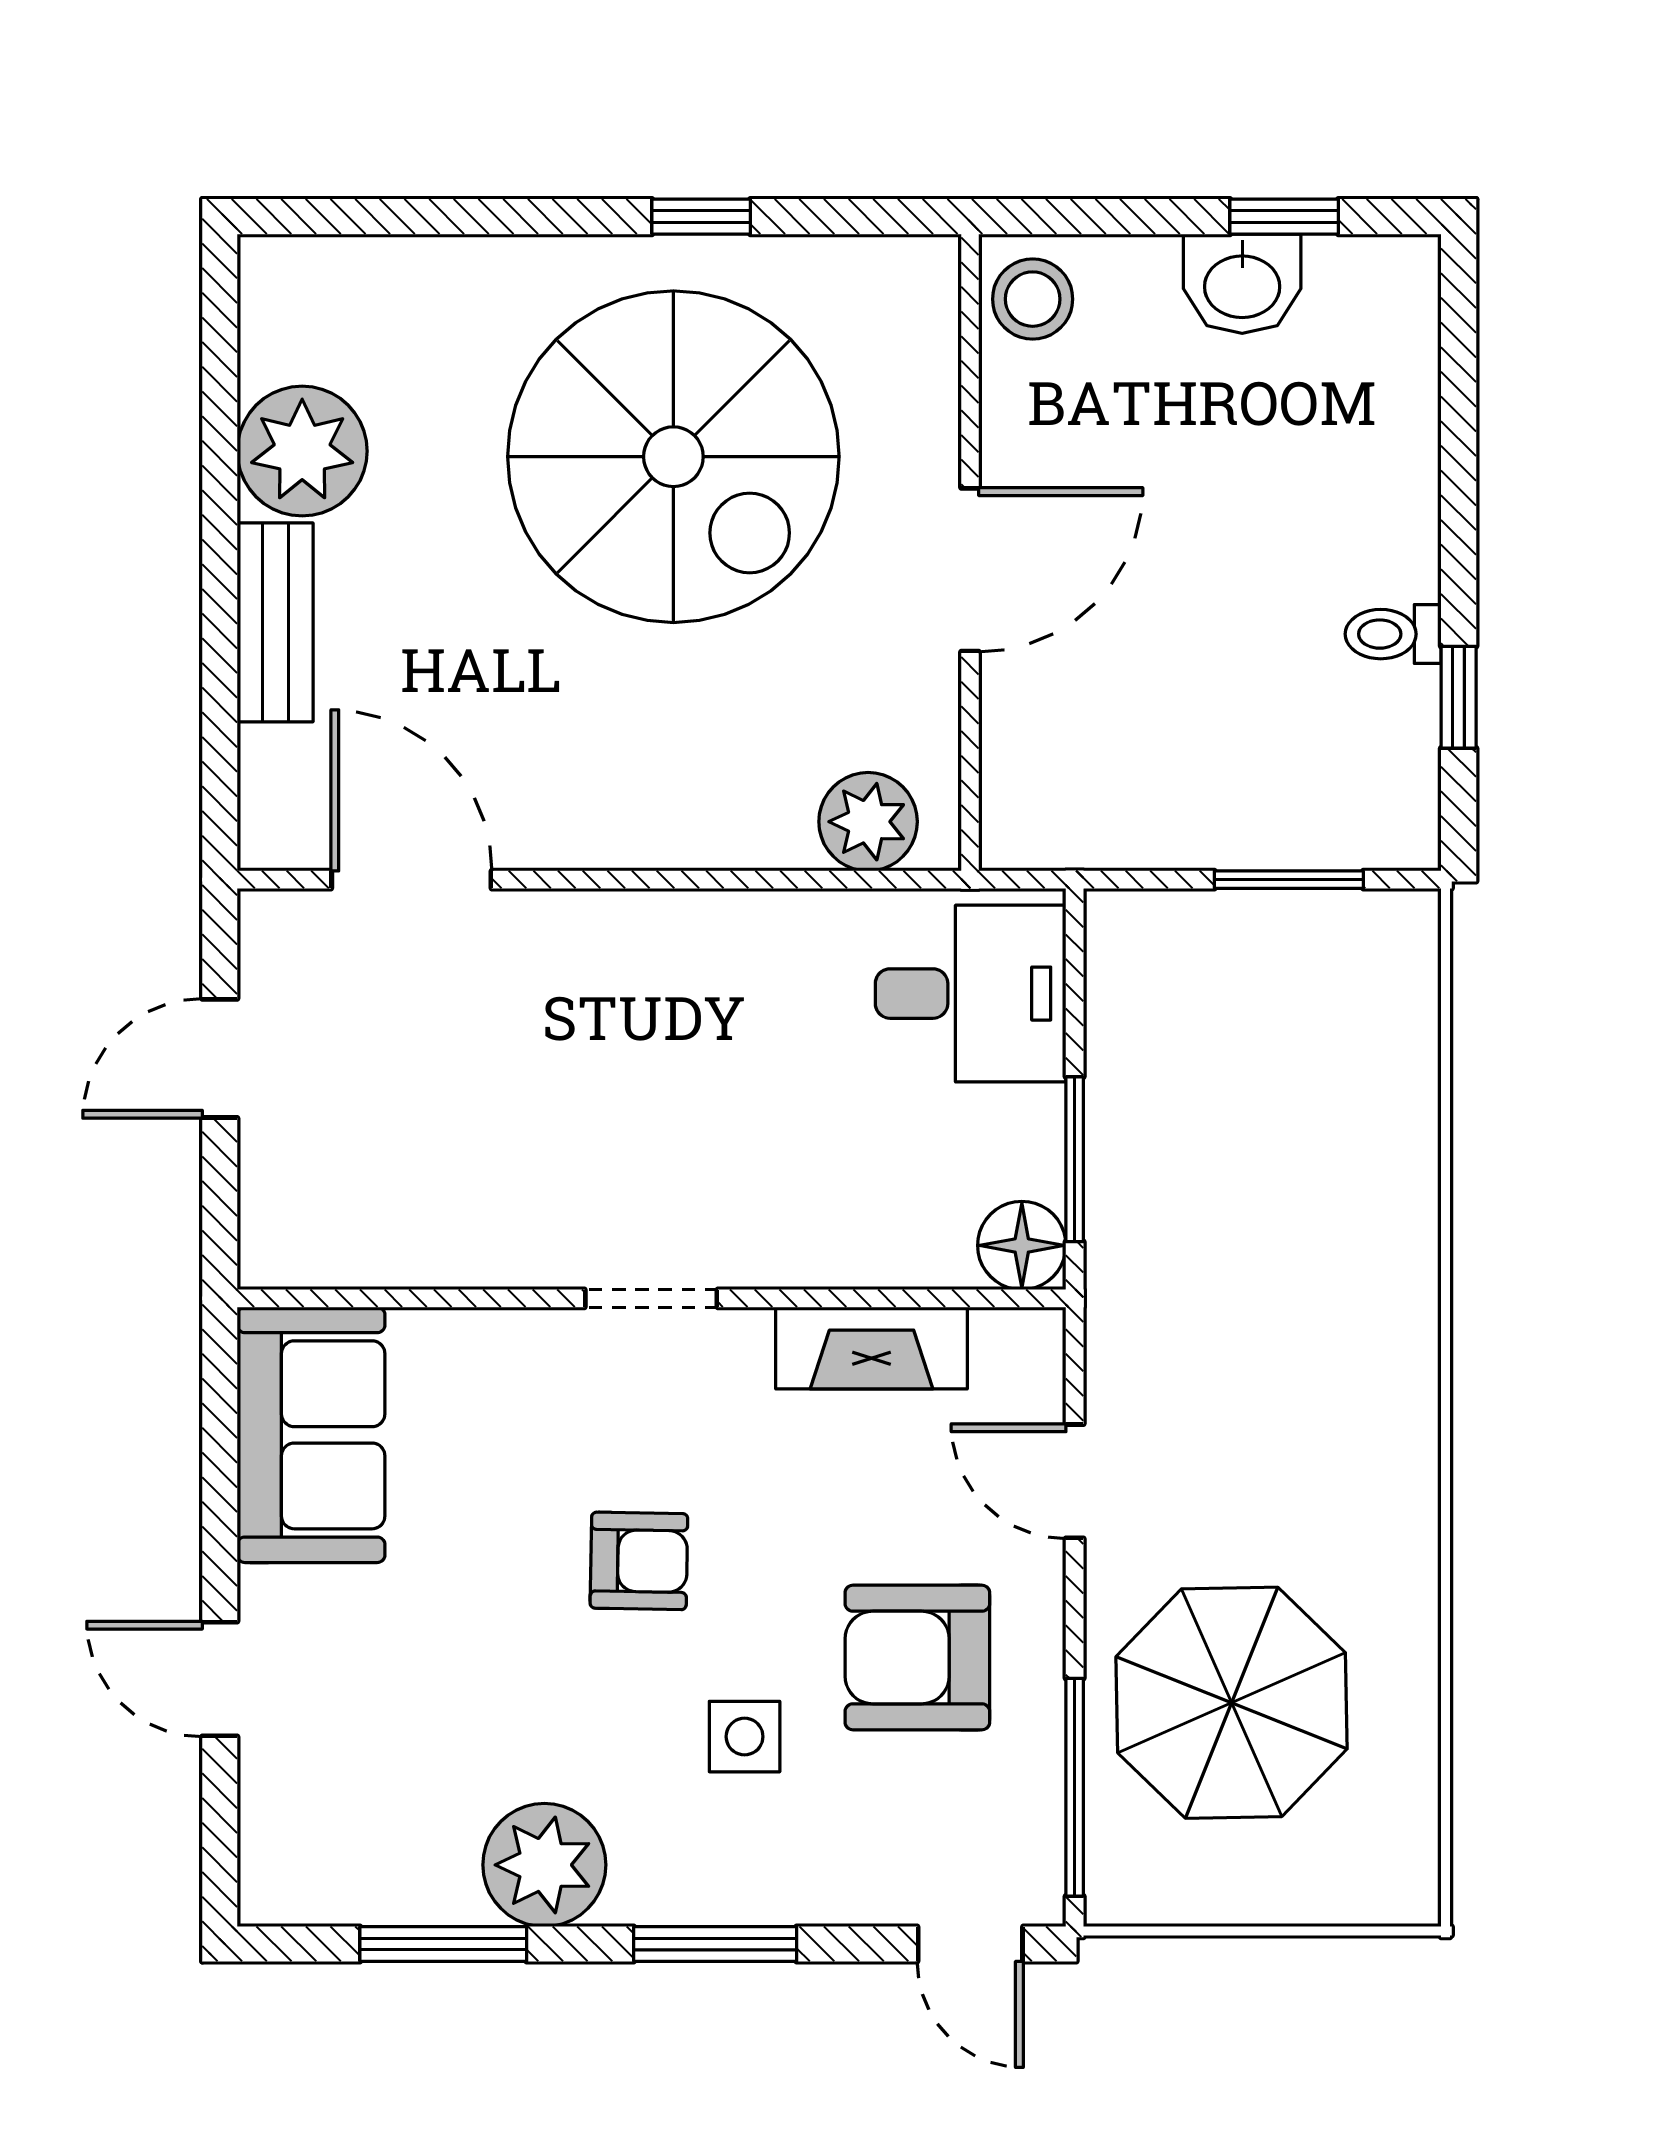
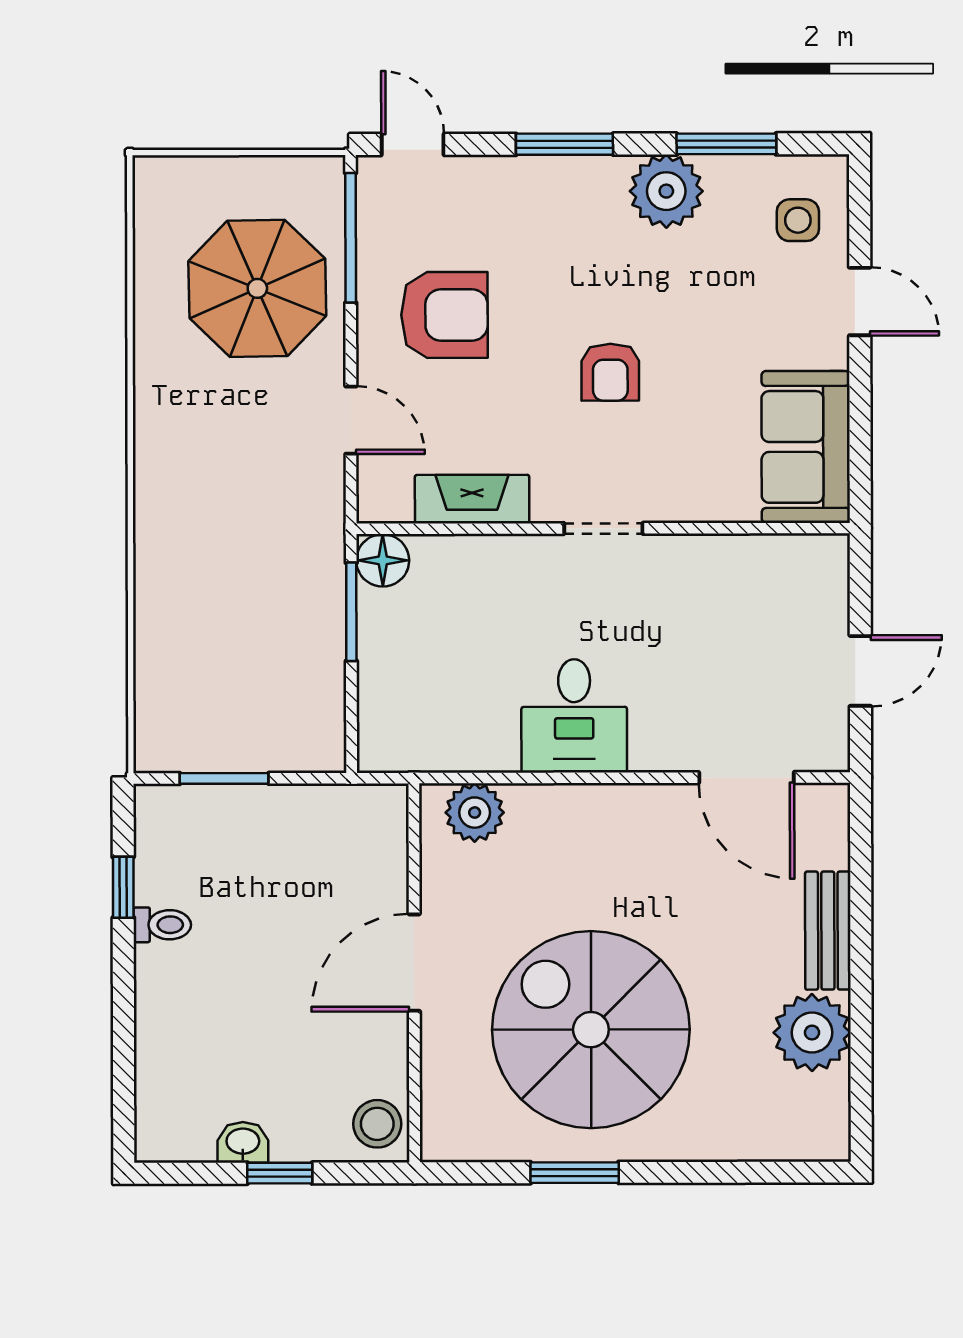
window: (701, 217) -> (575, 1173), width x1.50
window: (1284, 217) -> (280, 1173), moved
washbasin: (1242, 284) -> (243, 1142), width x0.72, depth x0.69
desk: (971, 994) -> (574, 716), moved, turned -90
armchair: (639, 1561) -> (610, 372), turned -91
side table: (745, 1737) -> (798, 220), moved

